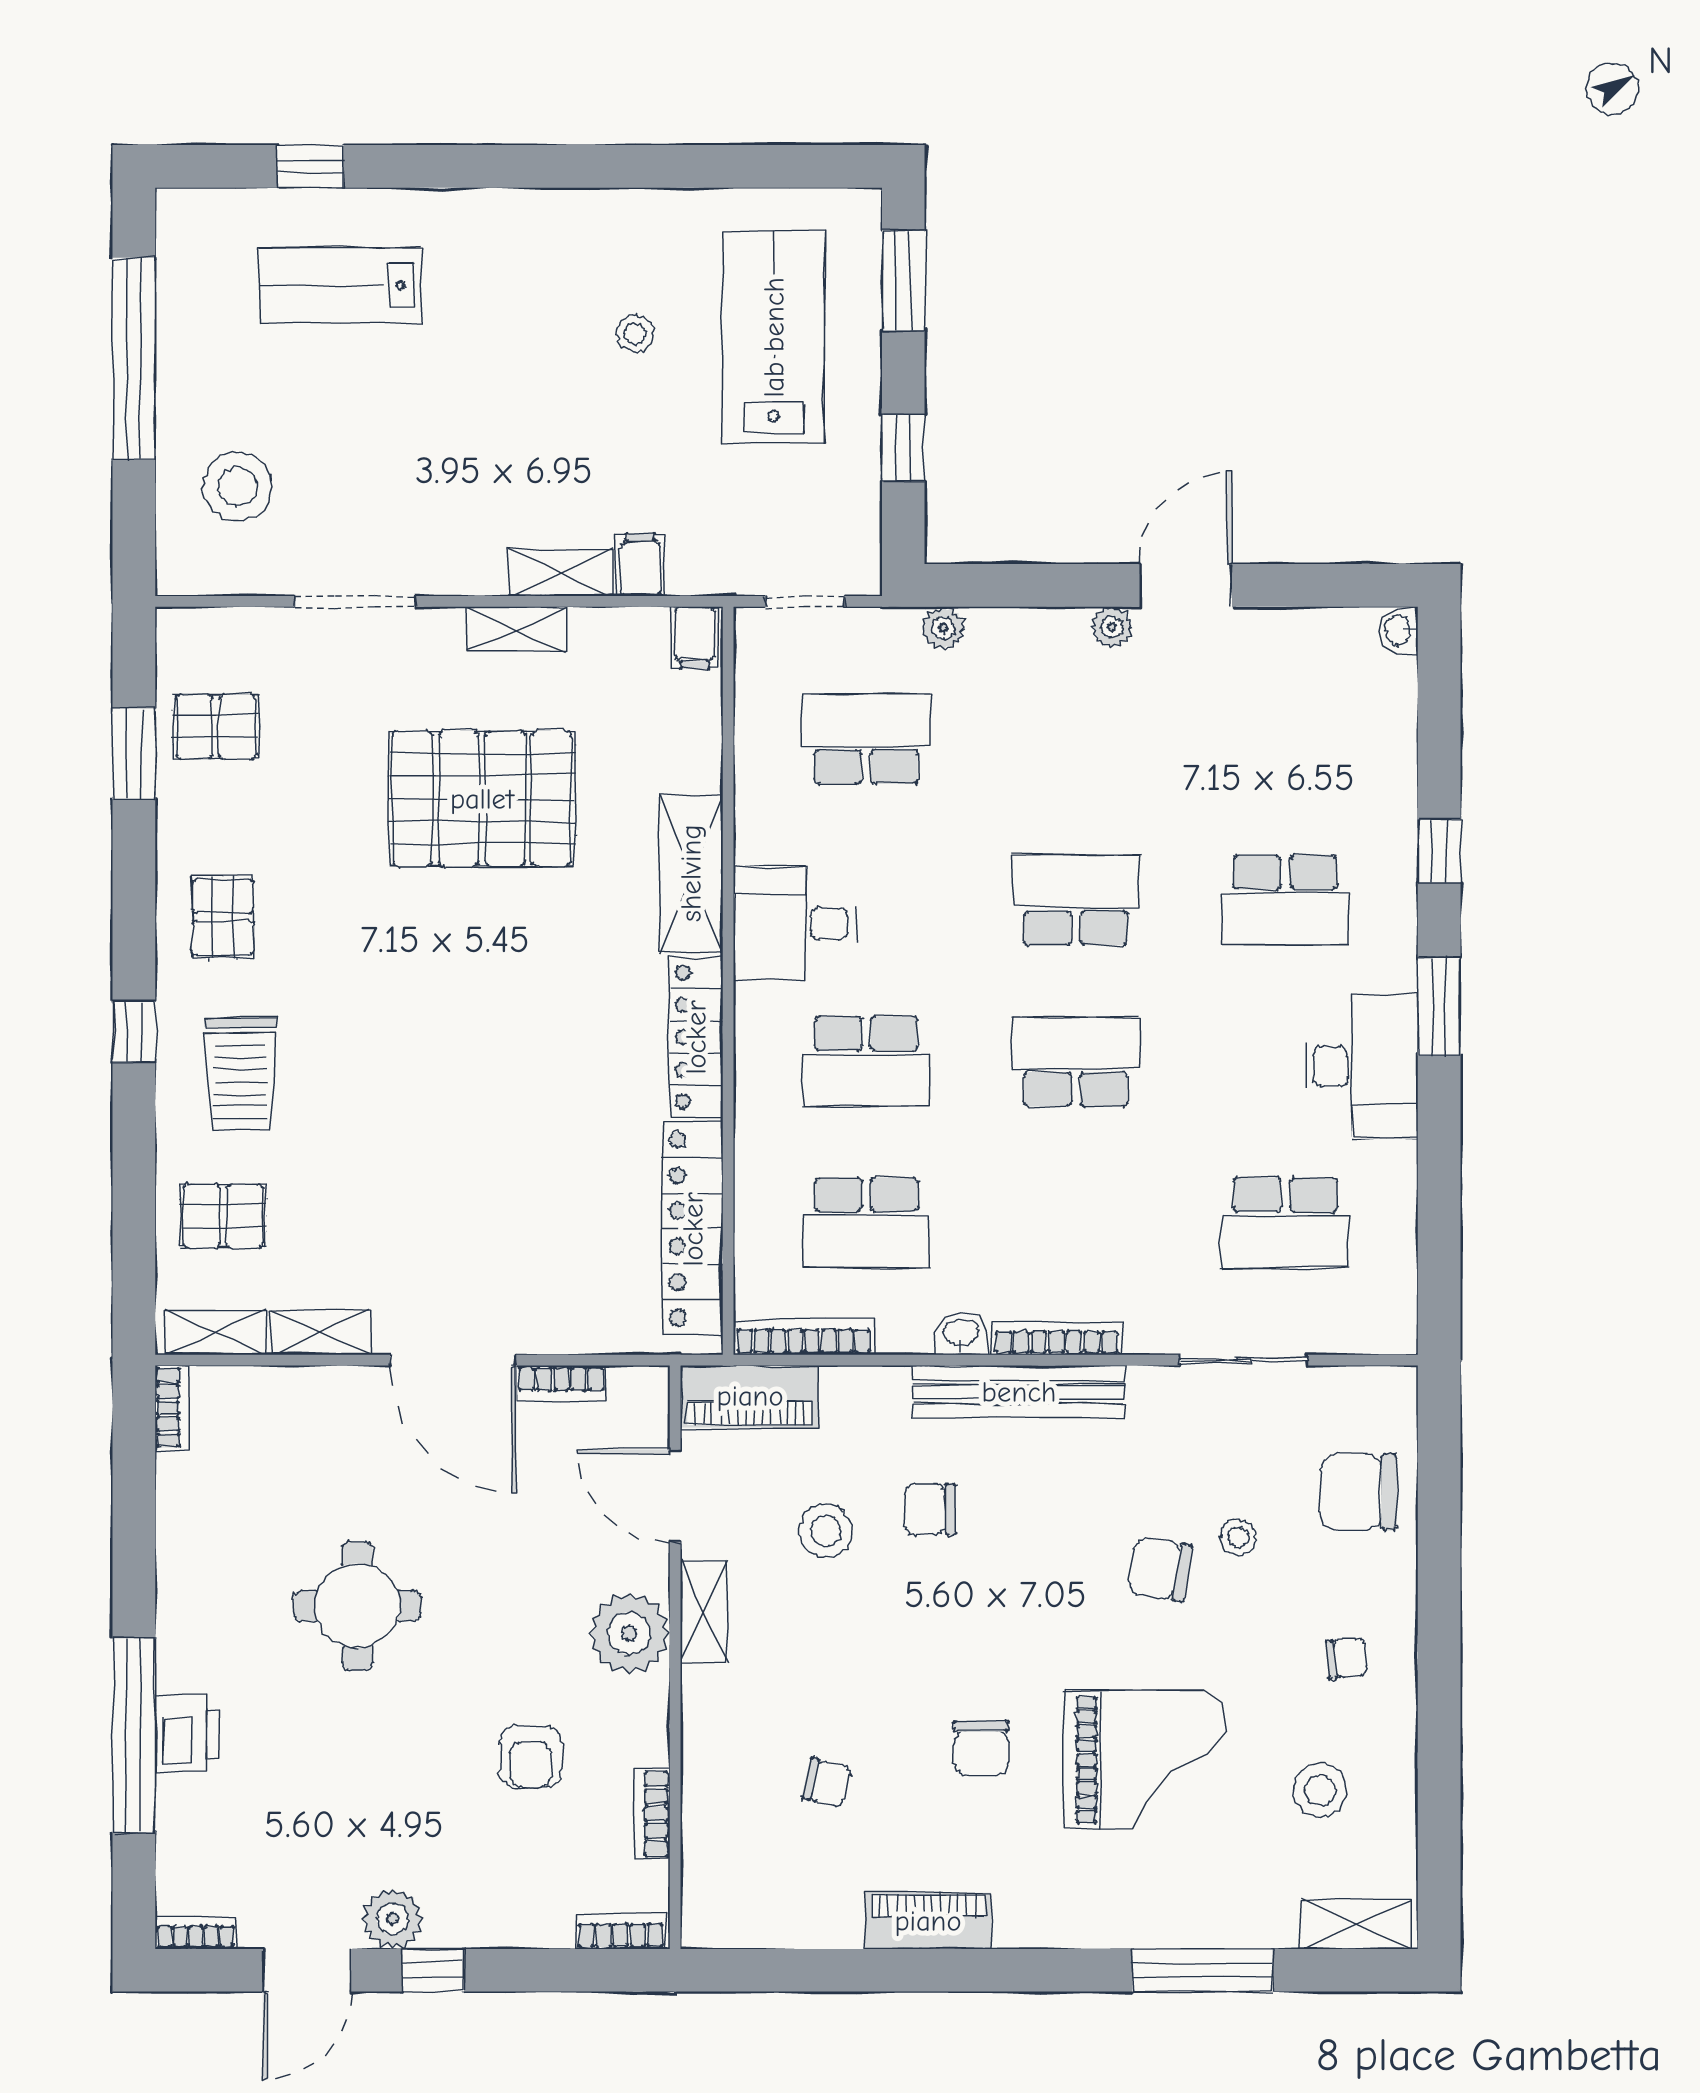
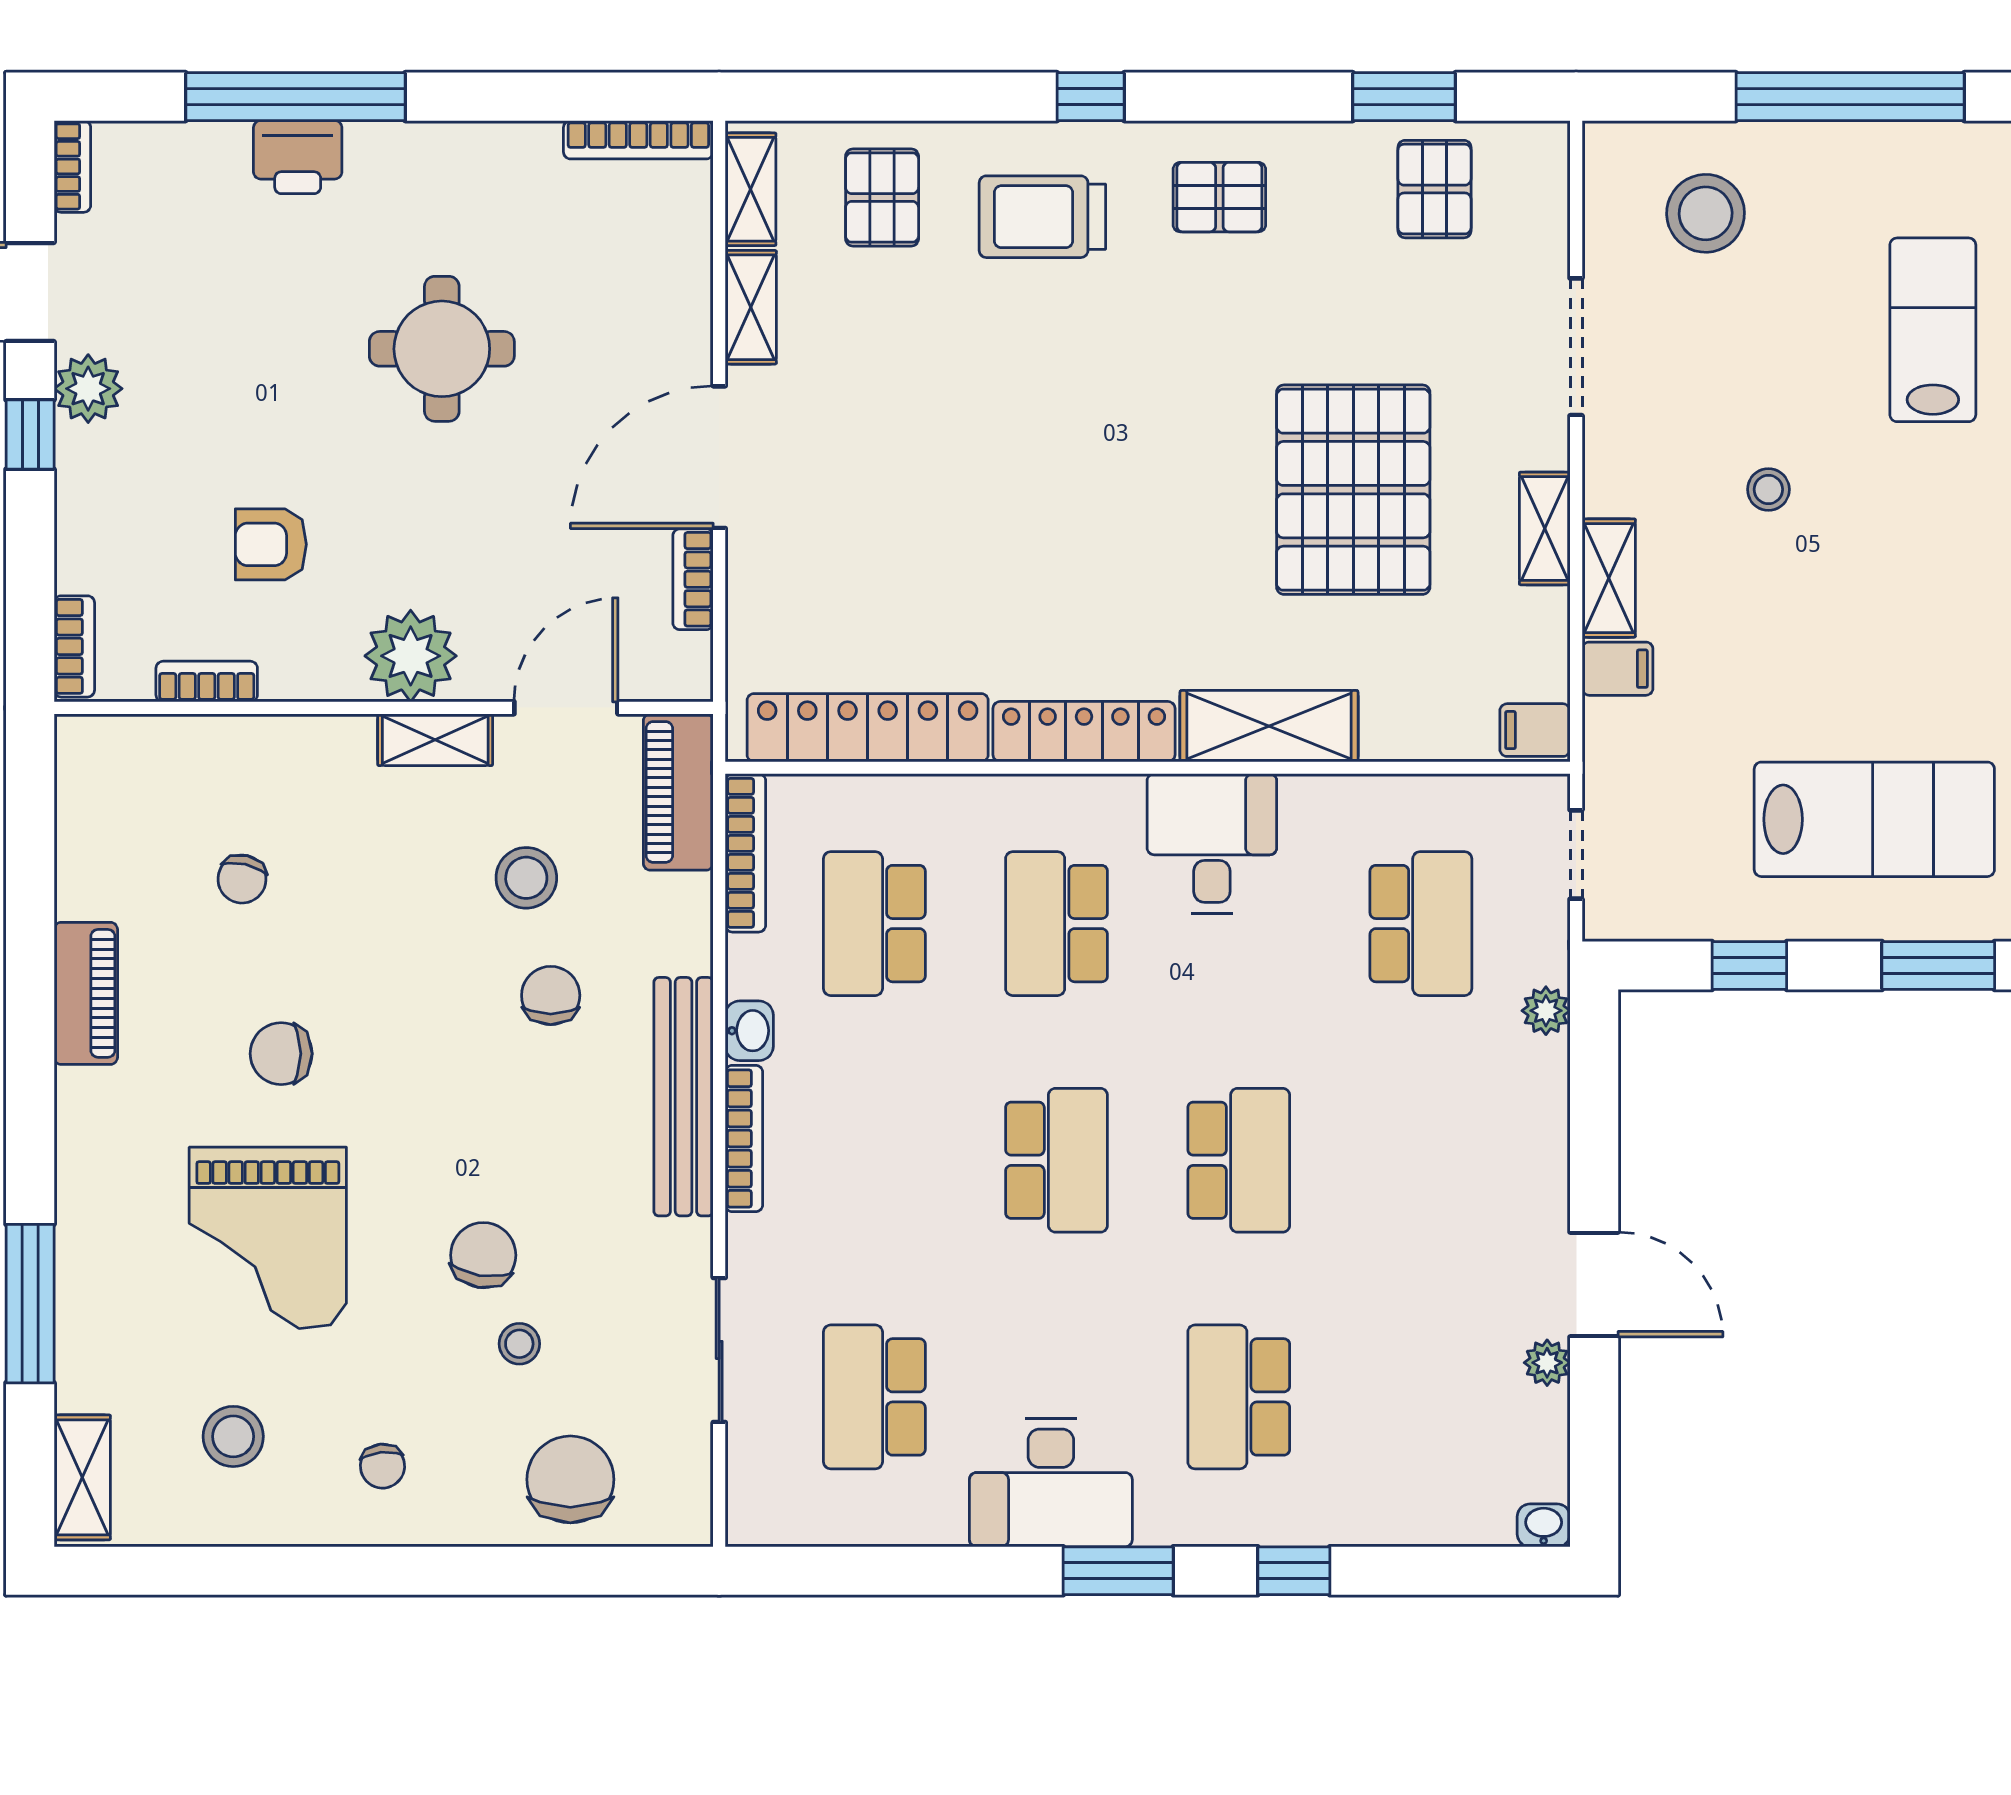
stool: (635, 333) -> (1768, 489), moved
plant: (1112, 627) -> (1547, 1363), moved
bookcase: (172, 1408) -> (638, 140), width x1.56

